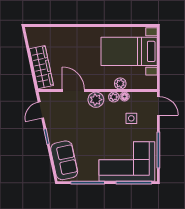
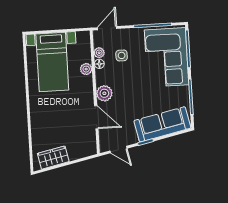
wardrobe: (41, 67) -> (53, 158), moved, width x0.67
door: (73, 91) -> (96, 117), swing flipped
plant: (114, 97) -> (99, 53), moved
sofa: (64, 160) -> (162, 124), width x1.36

